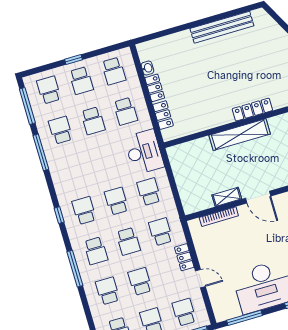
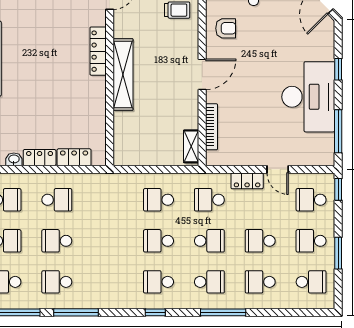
school desk: (93, 121) -> (57, 241), turned 180
desk: (144, 152) -> (111, 192), removed
shelving: (227, 197) -> (191, 146), moved
door: (200, 279) -> (278, 169), swing flipped

